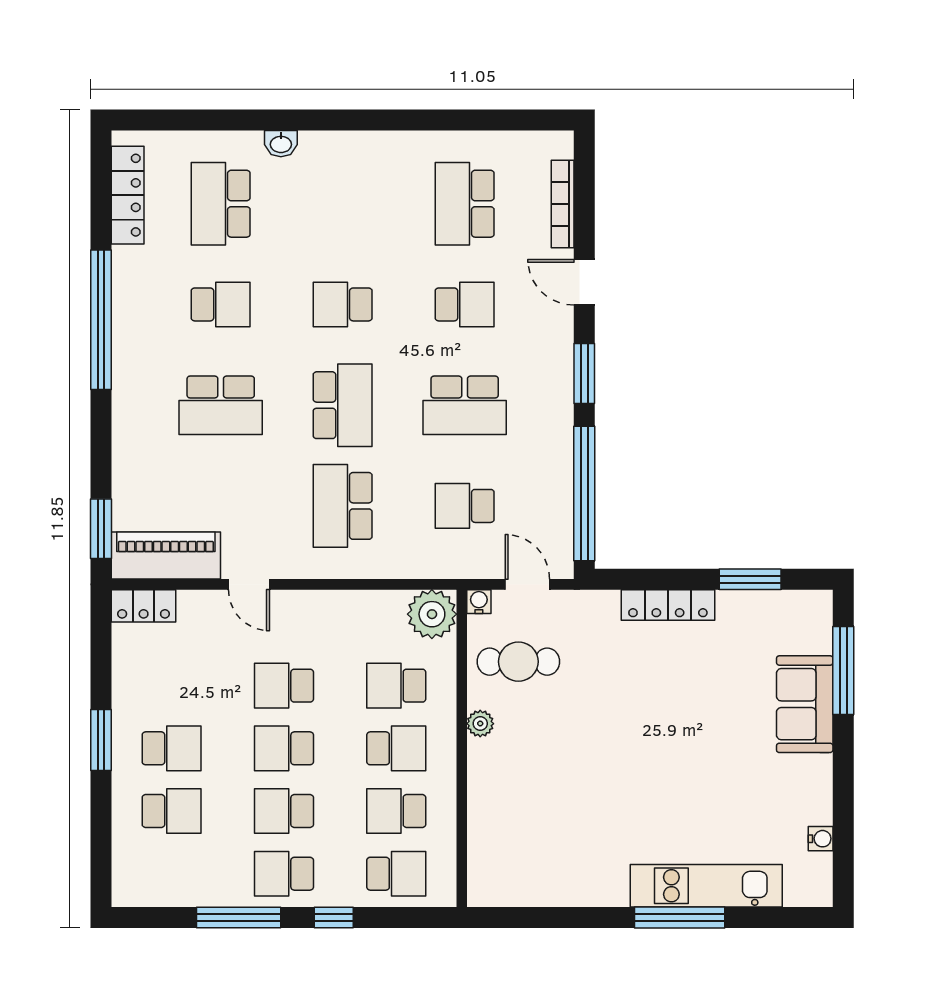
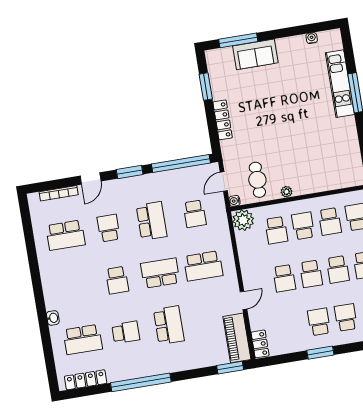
school desk: (221, 304) -> (126, 332), turned 90

